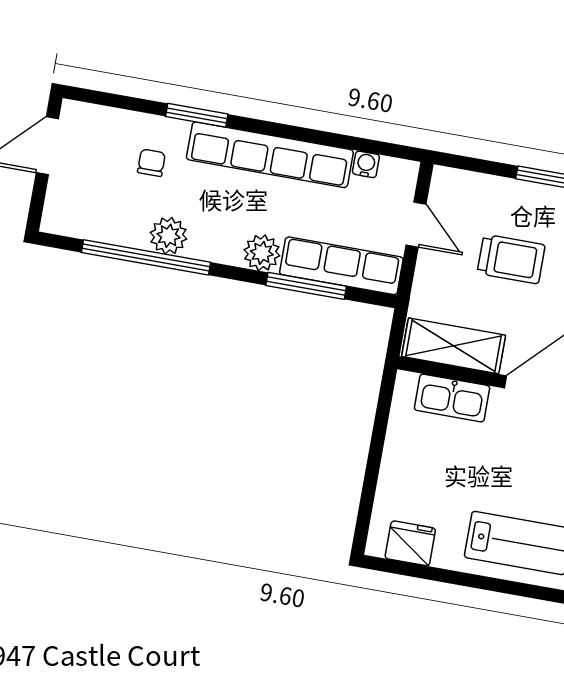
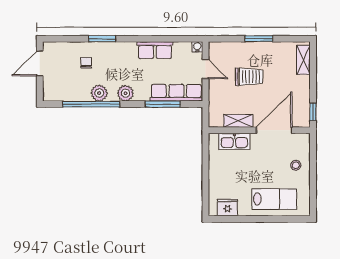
row of seats: (270, 155) -> (155, 50), width x0.50
water cooler: (366, 164) -> (197, 47), moved
plant: (262, 253) -> (125, 93), moved
shelving: (454, 346) -> (238, 121), width x0.67, depth x0.75

